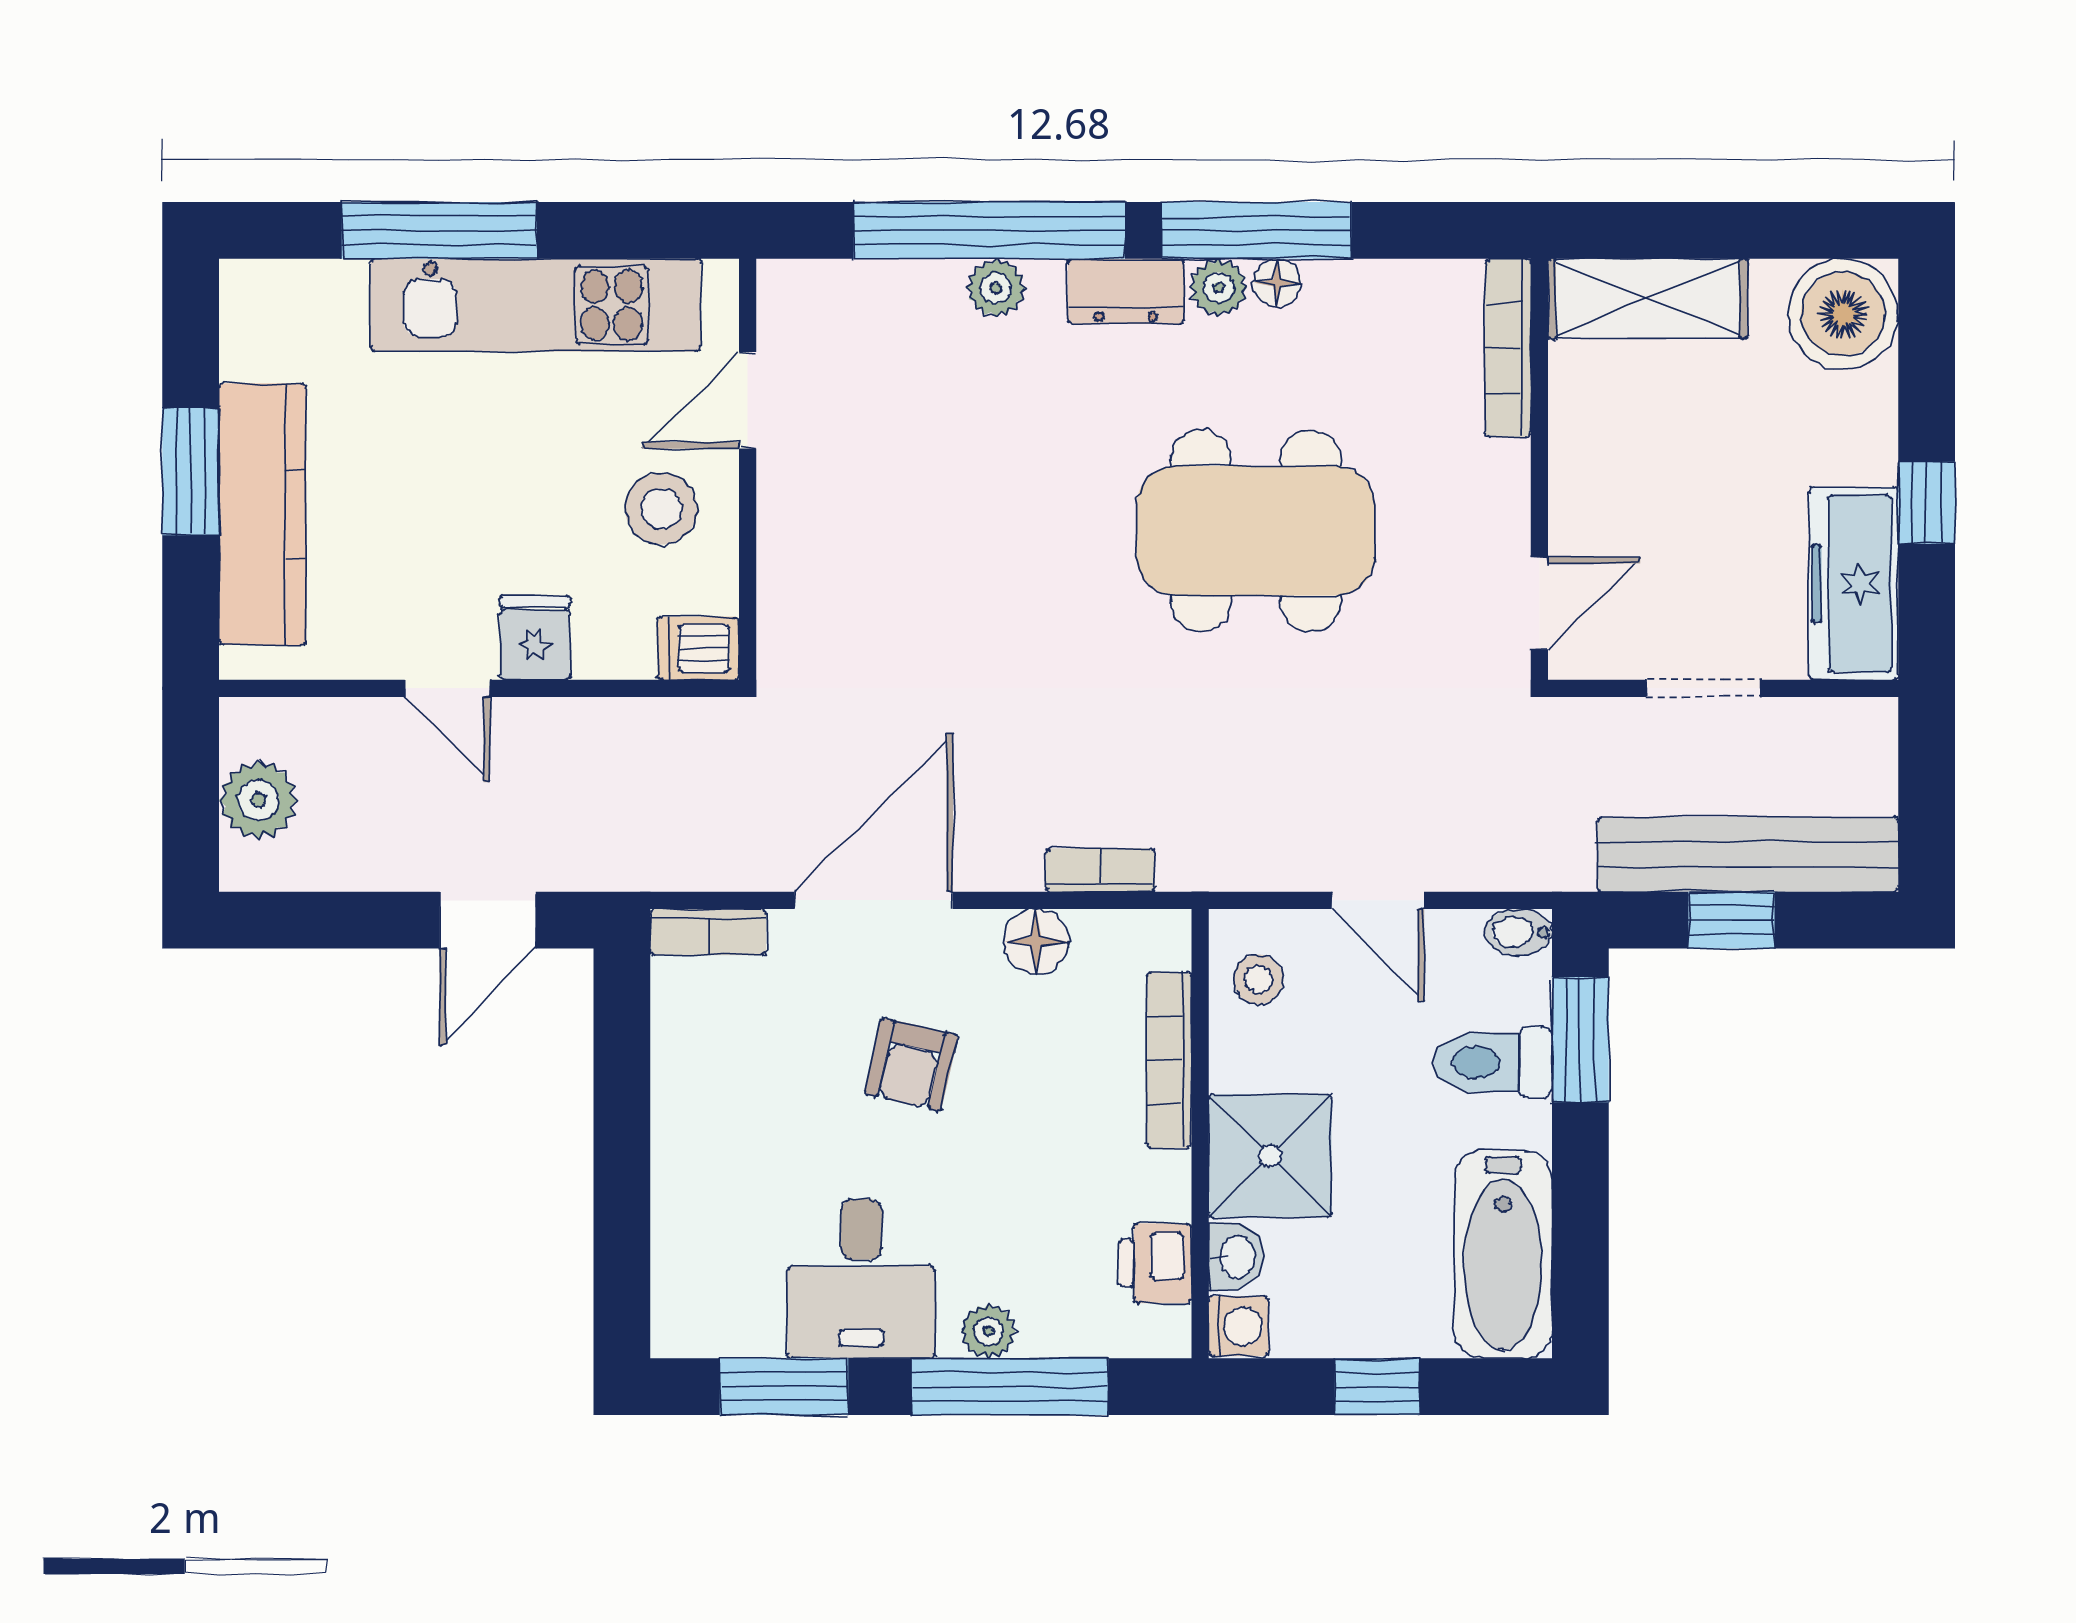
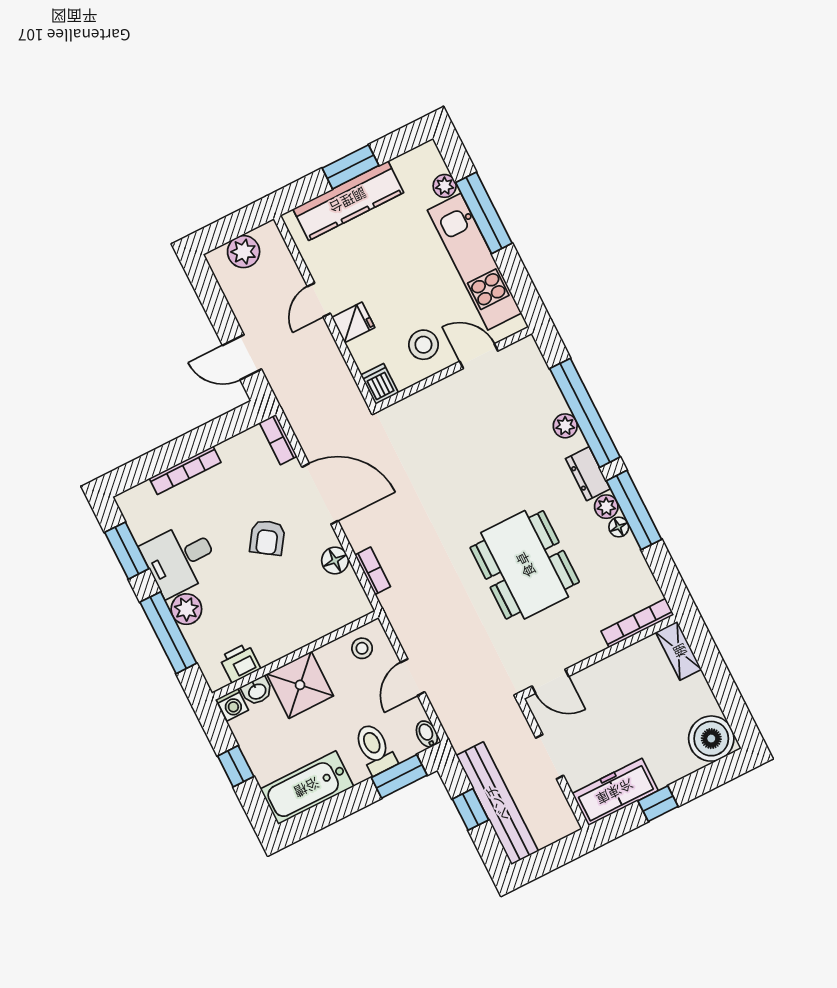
plant: (337, 287) -> (445, 186), added
shelving: (1648, 299) -> (679, 651), width x0.67, depth x0.75
bookcase: (1169, 1060) -> (185, 470), moved, turned 180
armchair: (911, 1065) -> (267, 538), turned -69
plant: (988, 1331) -> (186, 609), width x1.38, depth x1.38

